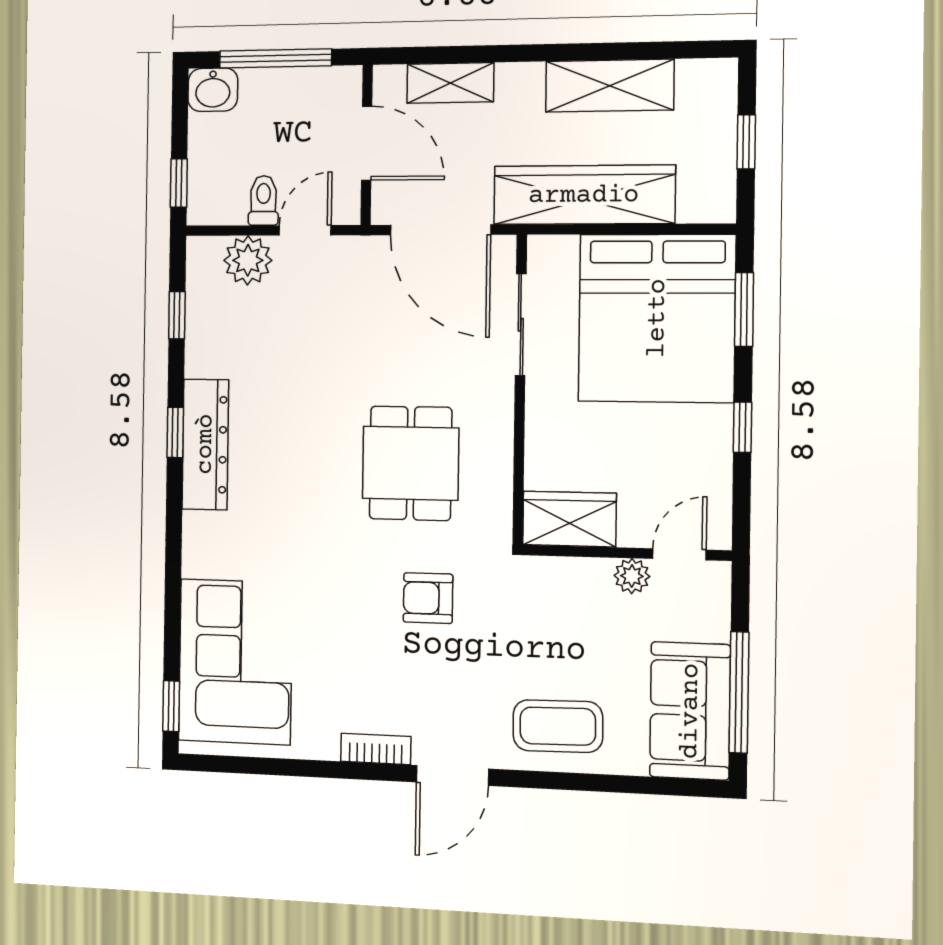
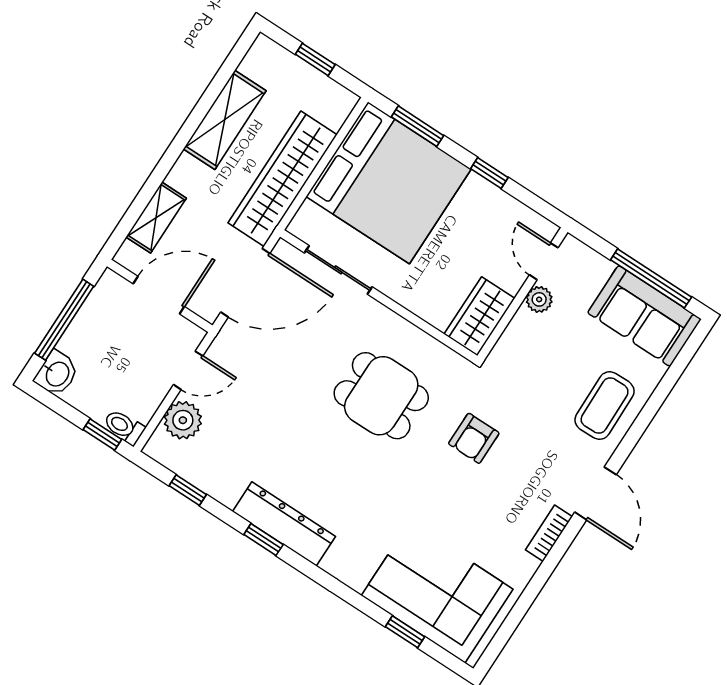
toilet: (263, 200) -> (124, 427), moved
door: (305, 230) -> (188, 370), swing flipped
window: (171, 706) -> (405, 632), moved

